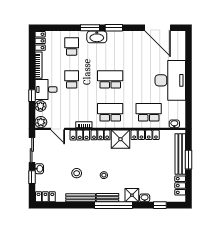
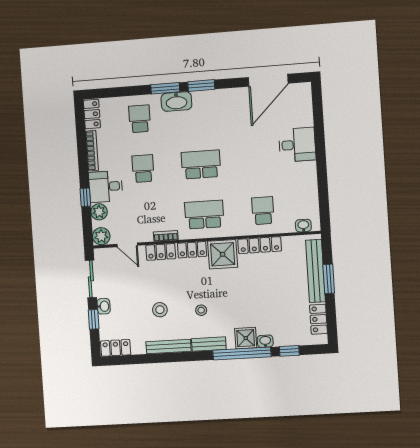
door: (158, 28) -> (268, 80), hinge flipped
desk: (170, 80) -> (297, 145), width x0.53, depth x0.77
school desk: (149, 112) -> (263, 211), width x0.54
window: (114, 205) -> (242, 353), moved

